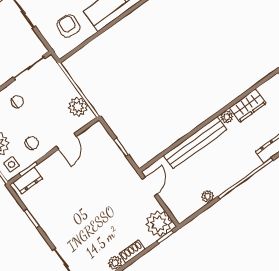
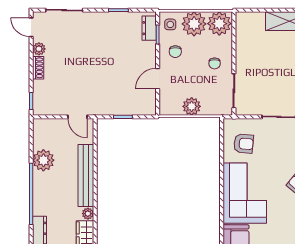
plant: (78, 107) -> (192, 106), moved
door: (66, 141) -> (158, 79), hinge flipped
plant: (208, 196) -> (43, 160), width x1.88, depth x1.88
plant: (159, 224) -> (45, 103), removed

